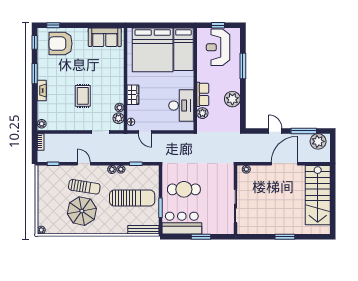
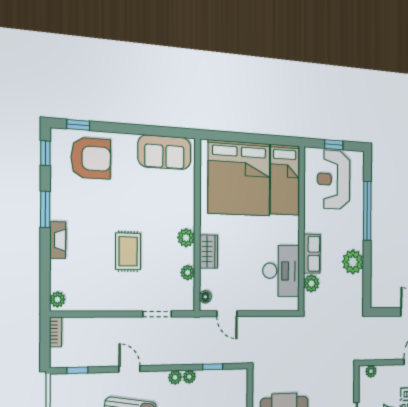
armchair: (61, 44) -> (91, 158), turned 180
window: (243, 66) -> (367, 211), width x1.46
plant: (118, 118) -> (186, 238), moved

